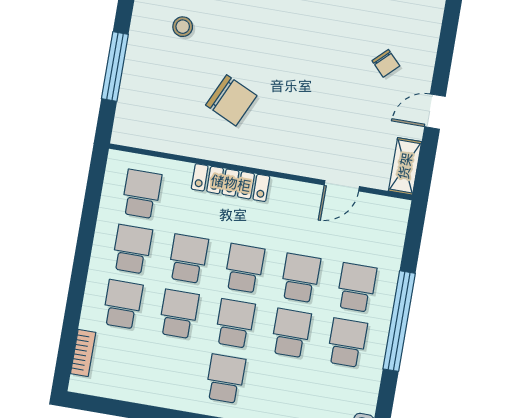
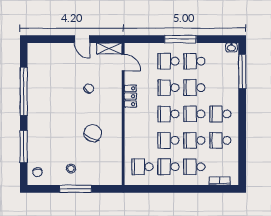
stool: (183, 27) -> (71, 169), moved
chair: (386, 63) -> (89, 89), moved
window: (115, 67) -> (76, 189), moved
locker: (231, 183) -> (130, 96), moved, width x0.66
door: (342, 186) -> (123, 63), moved
window: (399, 321) -> (180, 39), width x0.68
school desk: (169, 369) -> (220, 140), added

